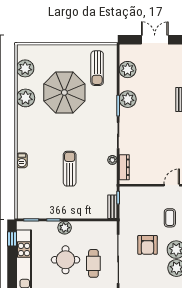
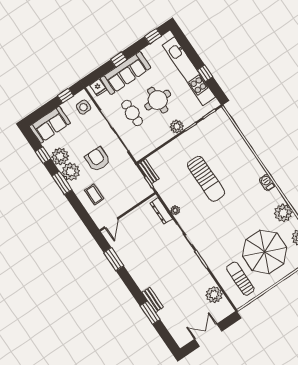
double door: (155, 40) -> (208, 335), swing flipped
parasol: (64, 92) -> (265, 252), moved
plant: (128, 99) -> (197, 270), removed
barbecue: (22, 160) -> (267, 183), moved
sun lounger: (70, 169) -> (206, 179), width x1.36, depth x1.34
window: (12, 239) -> (205, 73), moved

